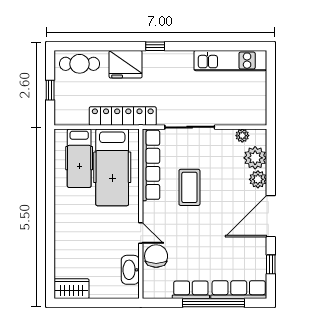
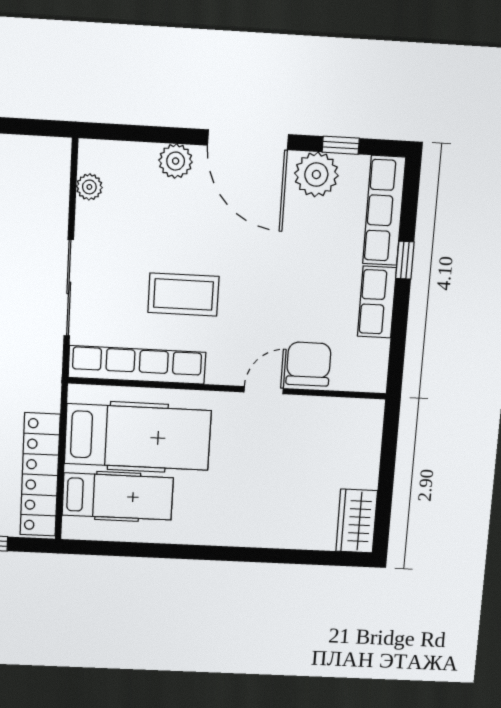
locker: (123, 116) -> (40, 475), moved
plant: (255, 158) -> (316, 174), moved
chair: (156, 256) -> (309, 364), turned 90
washbasin: (130, 270) -> (331, 413), removed
window: (214, 303) -> (405, 260), width x0.32

